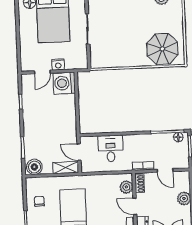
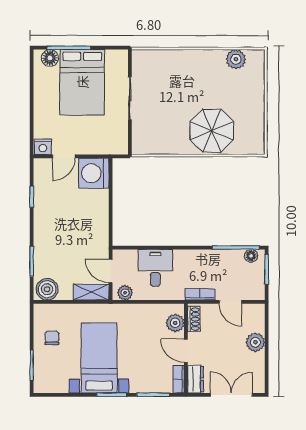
parasol: (162, 49) -> (212, 131), moved
nightstand: (58, 65) -> (43, 147), moved
plant: (90, 167) -> (125, 293), added

